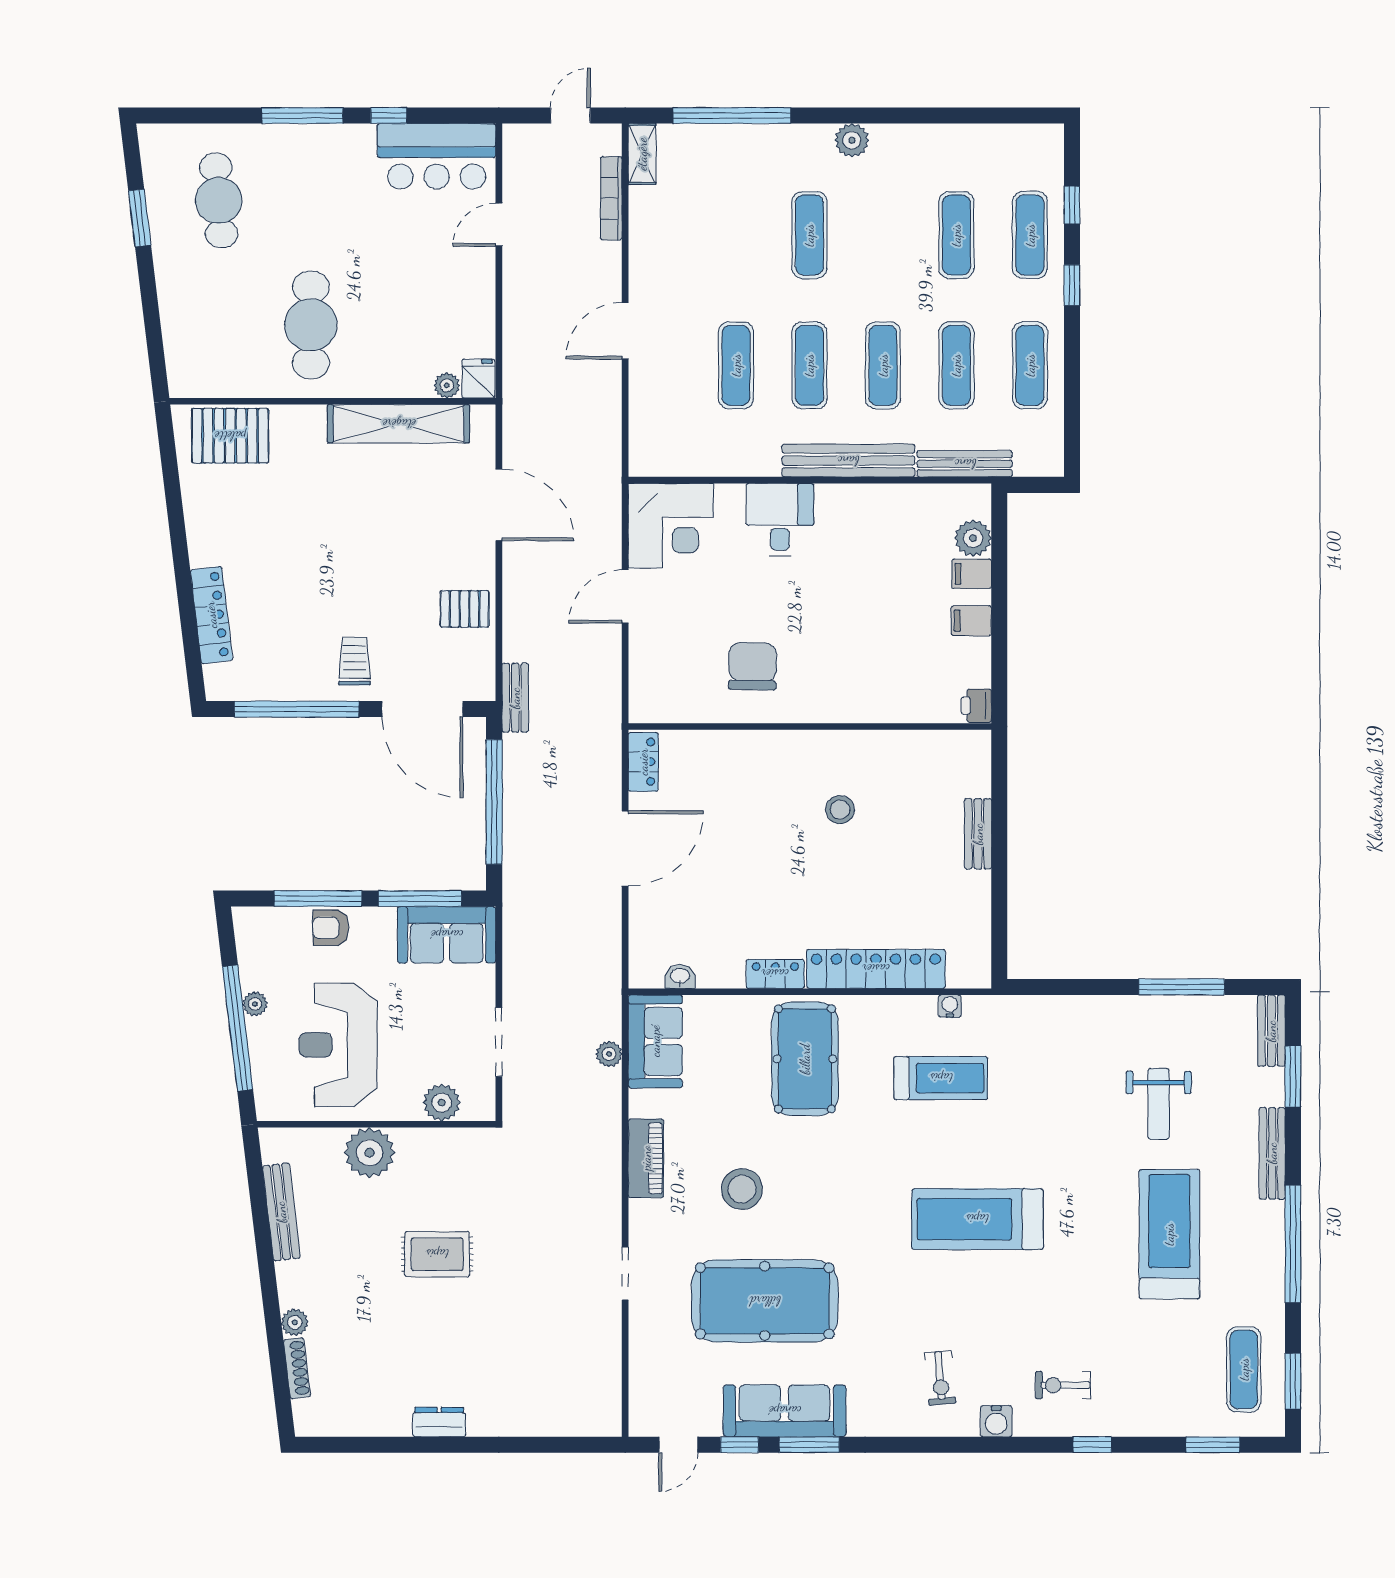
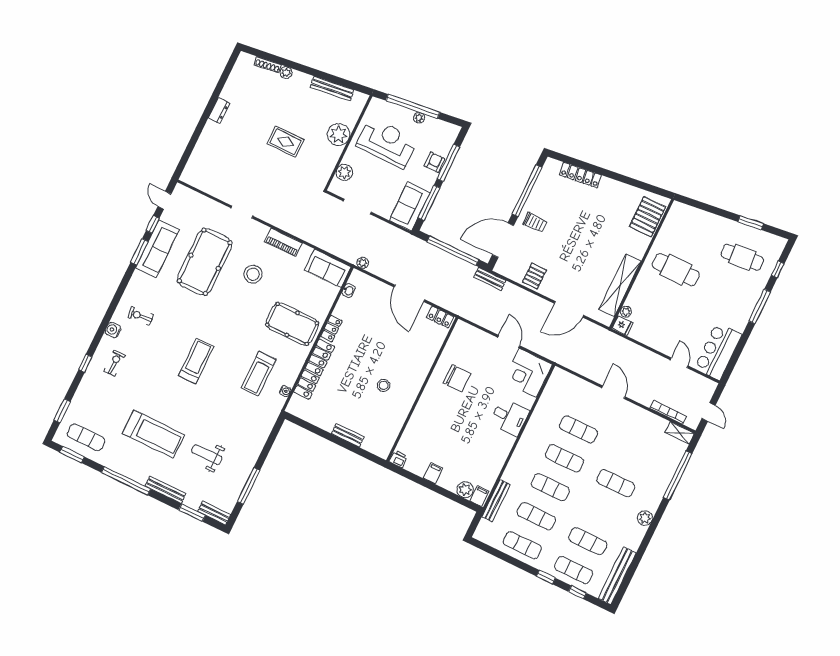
window: (389, 115) -> (778, 269), moved
bench: (848, 461) -> (617, 576), moved
filing cabinet: (972, 574) -> (479, 496), moved
plant: (609, 1054) -> (363, 263), moved
treadmill: (977, 1219) -> (196, 361), width x0.73, depth x0.73
rug: (437, 1254) -> (286, 142), turned 90

